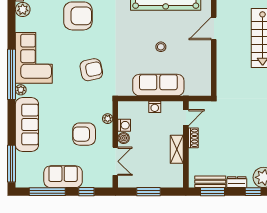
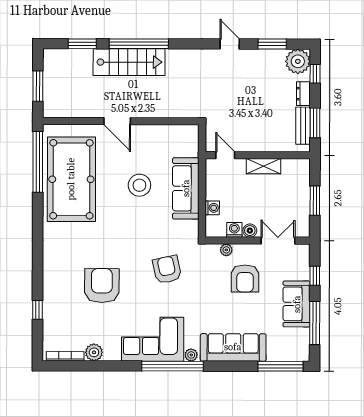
stool: (161, 47) -> (139, 185), width x1.89, depth x1.89
washing machine: (155, 107) -> (212, 208), moved
shoe rack: (193, 138) -> (250, 146), removed

